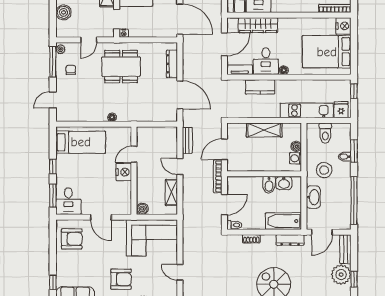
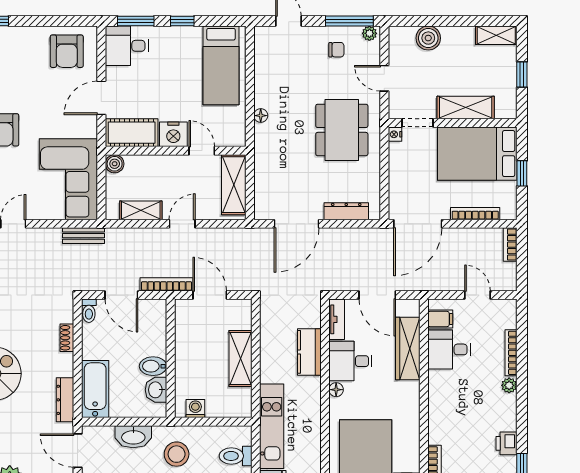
shelving: (155, 134) -> (234, 185), added
bench: (187, 140) -> (83, 236), moved
boiler: (296, 146) -> (214, 409), removed
cot: (123, 198) -> (132, 133), added

